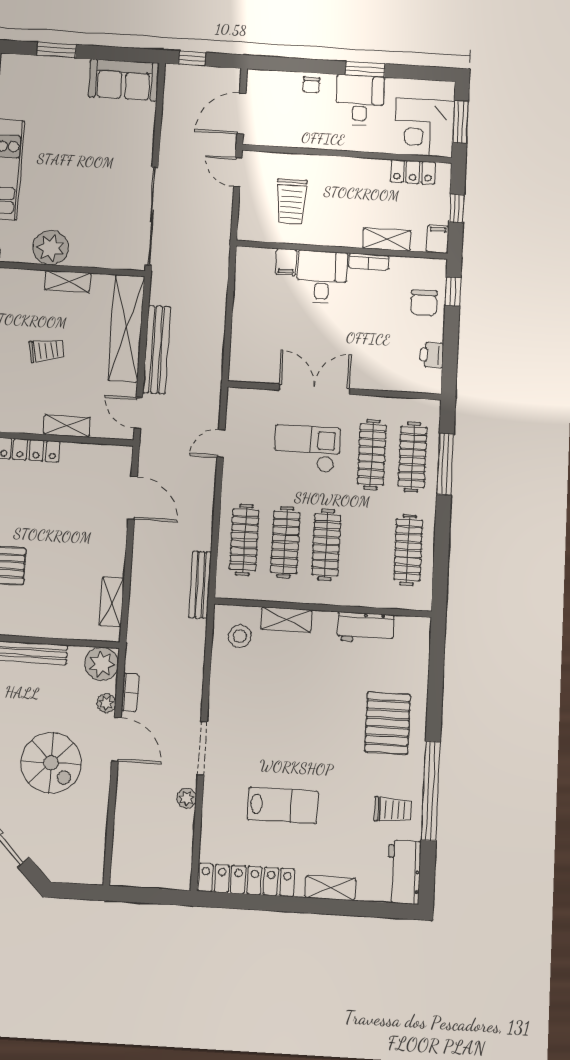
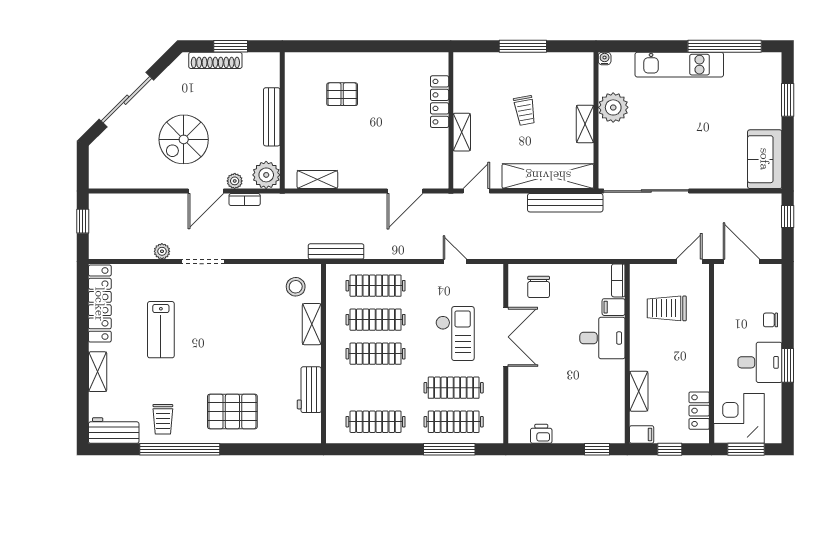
bookcase: (369, 262) -> (618, 280), moved
chair: (424, 303) -> (539, 287), moved, turned -90
bench: (157, 350) -> (565, 203), moved
window: (143, 895) -> (83, 221), added

